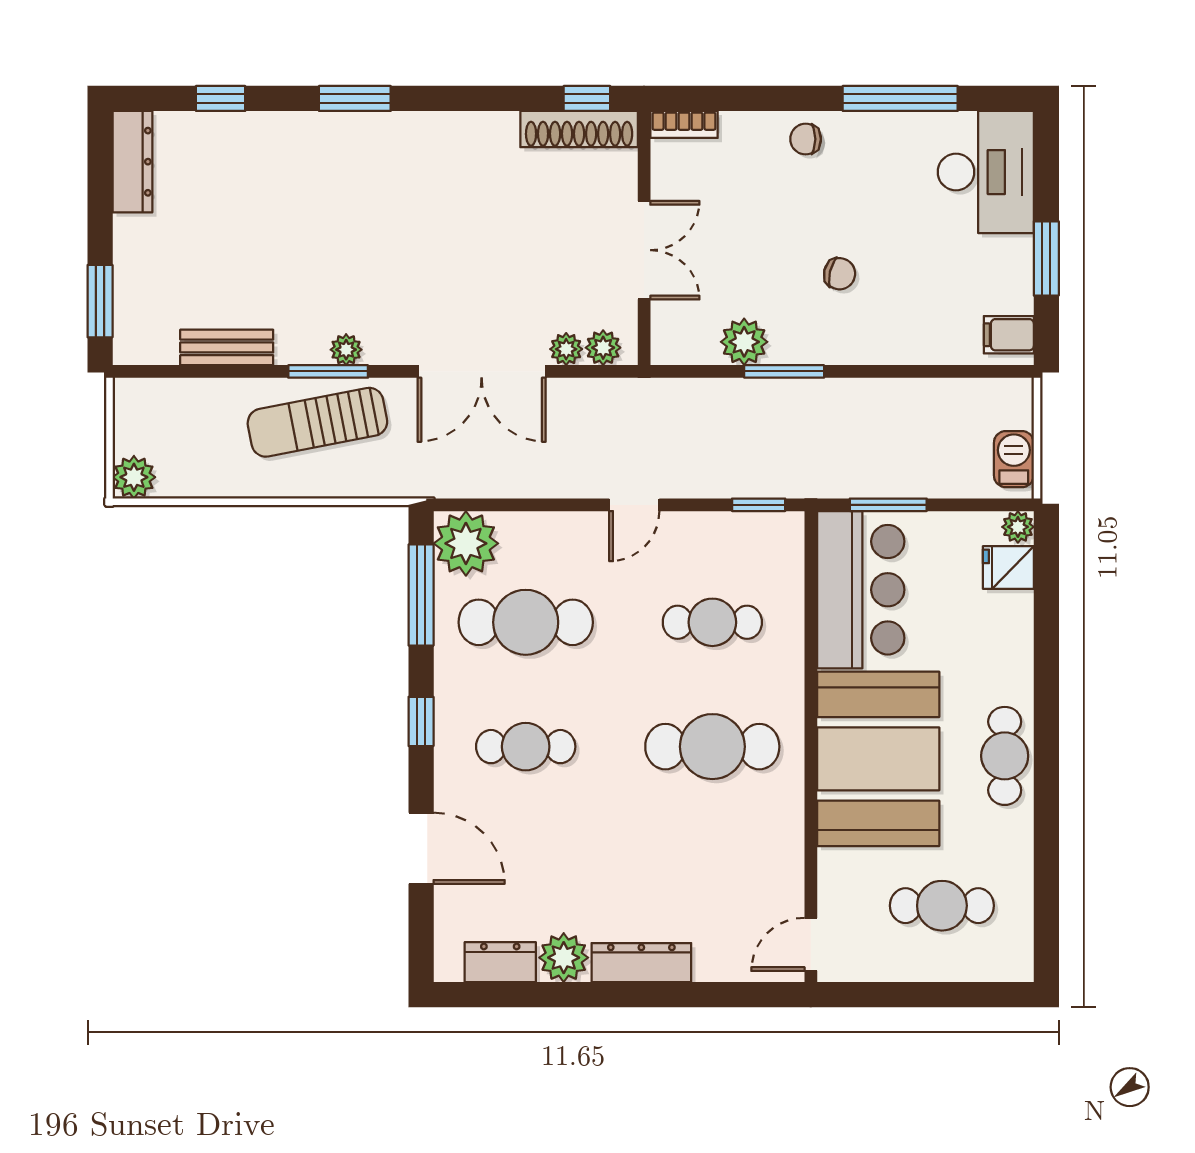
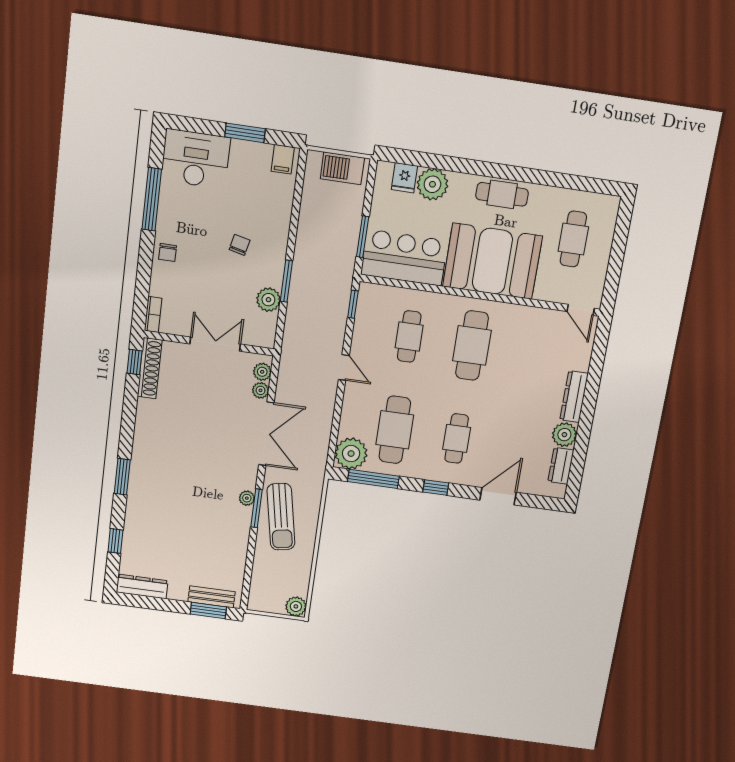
bench: (227, 347) -> (212, 597), moved, turned 90
barbecue: (1014, 459) -> (342, 168), width x1.38, depth x1.27
plant: (1018, 527) -> (432, 184), moved, width x1.88, depth x1.88

